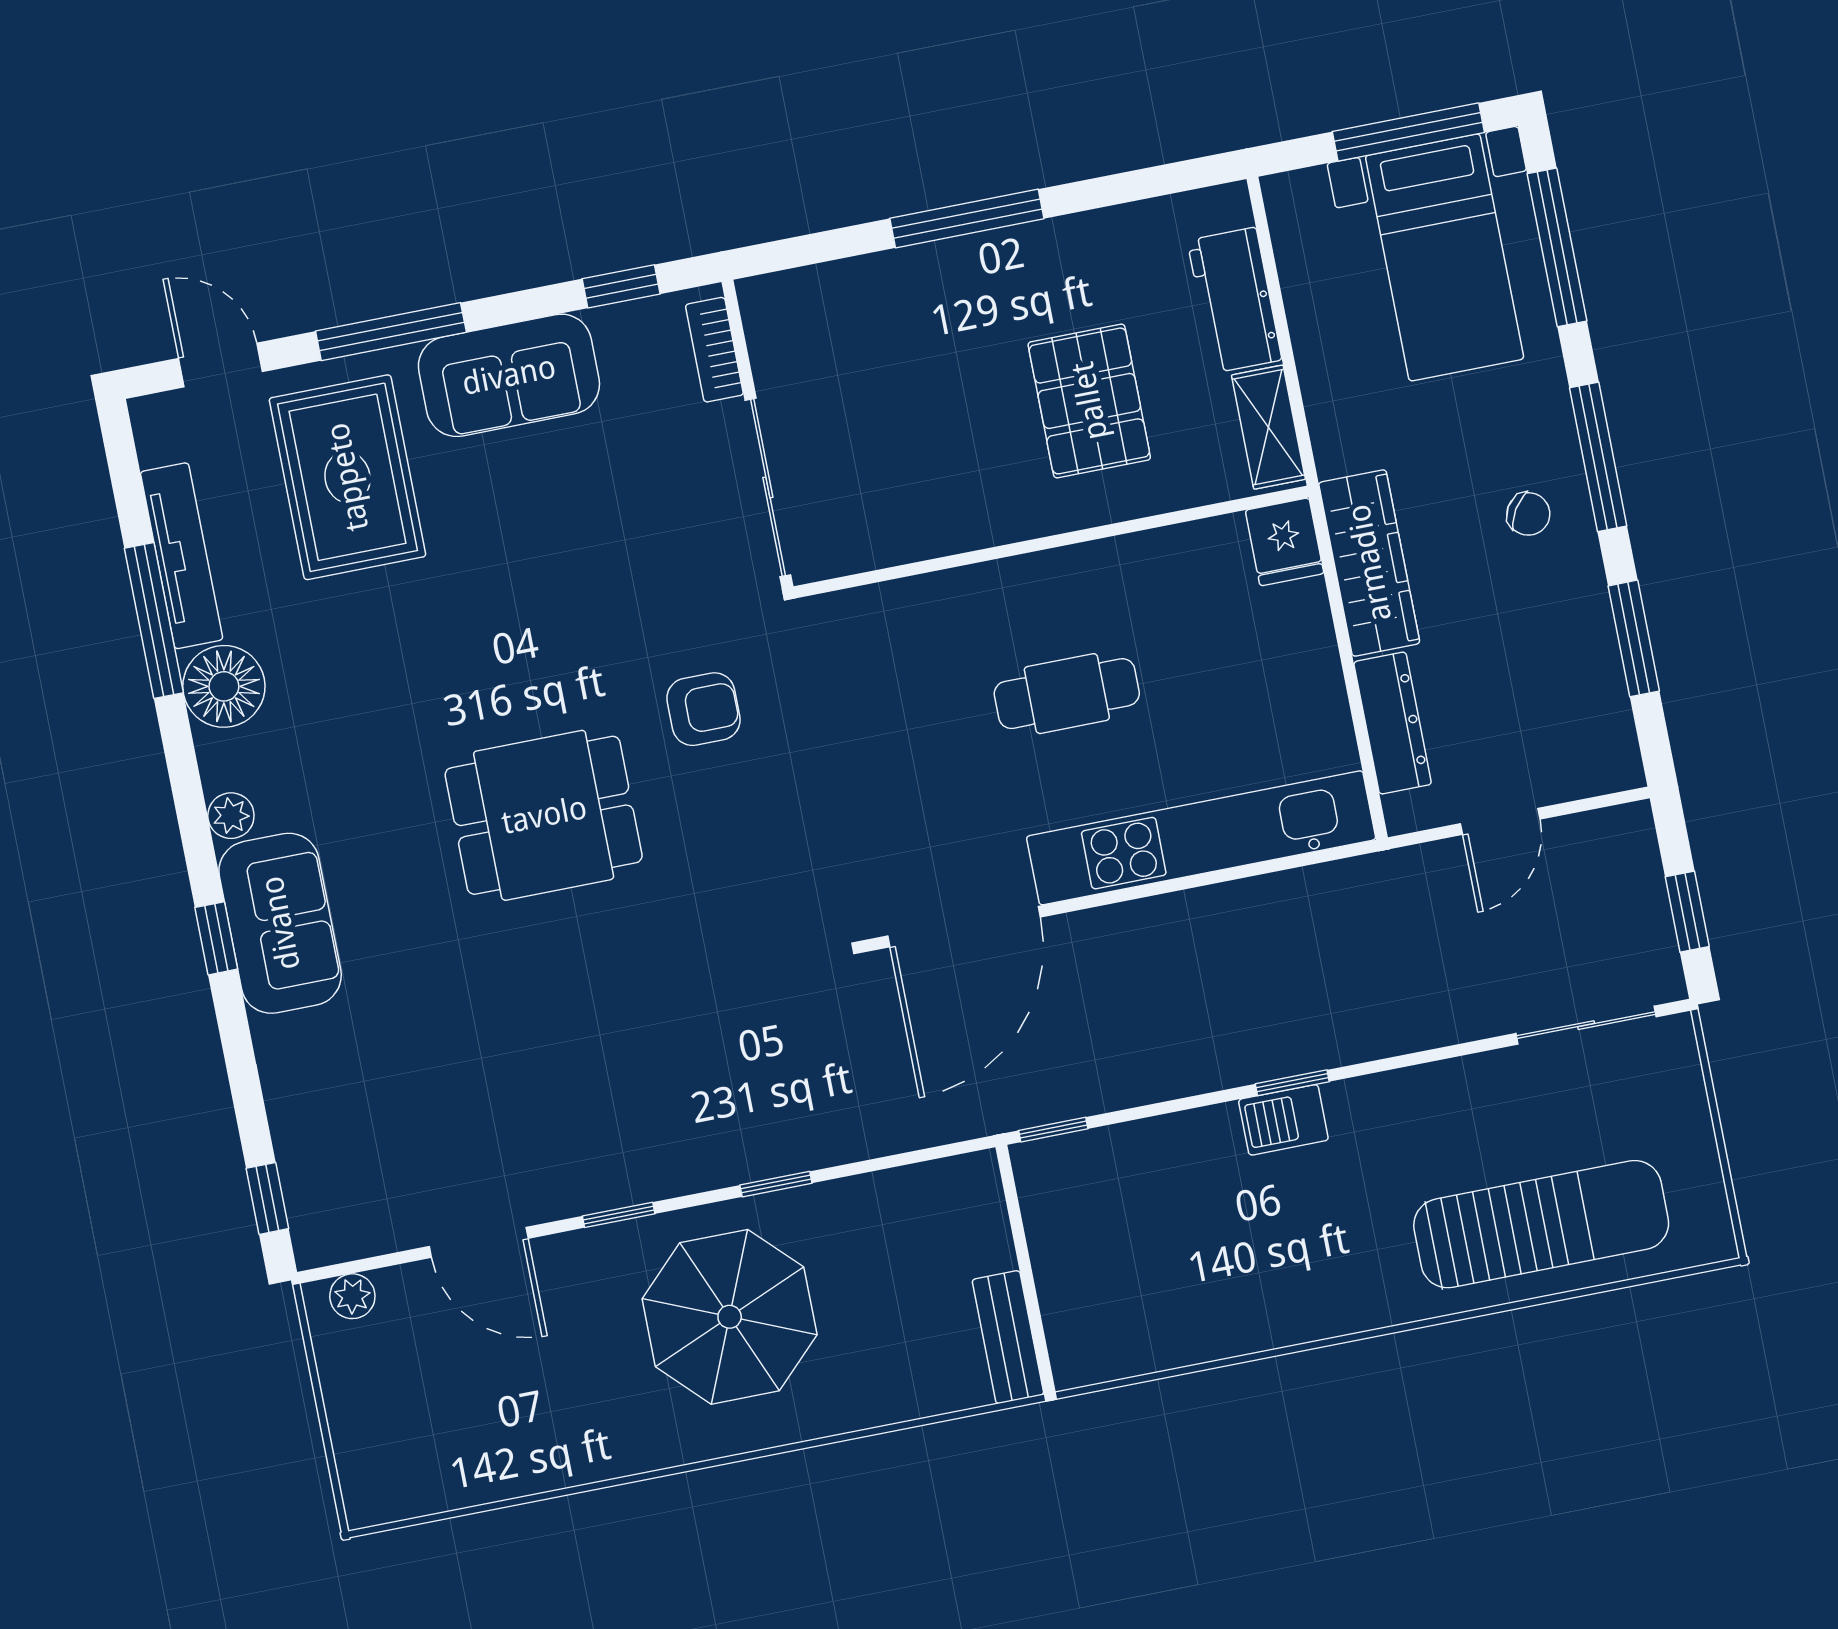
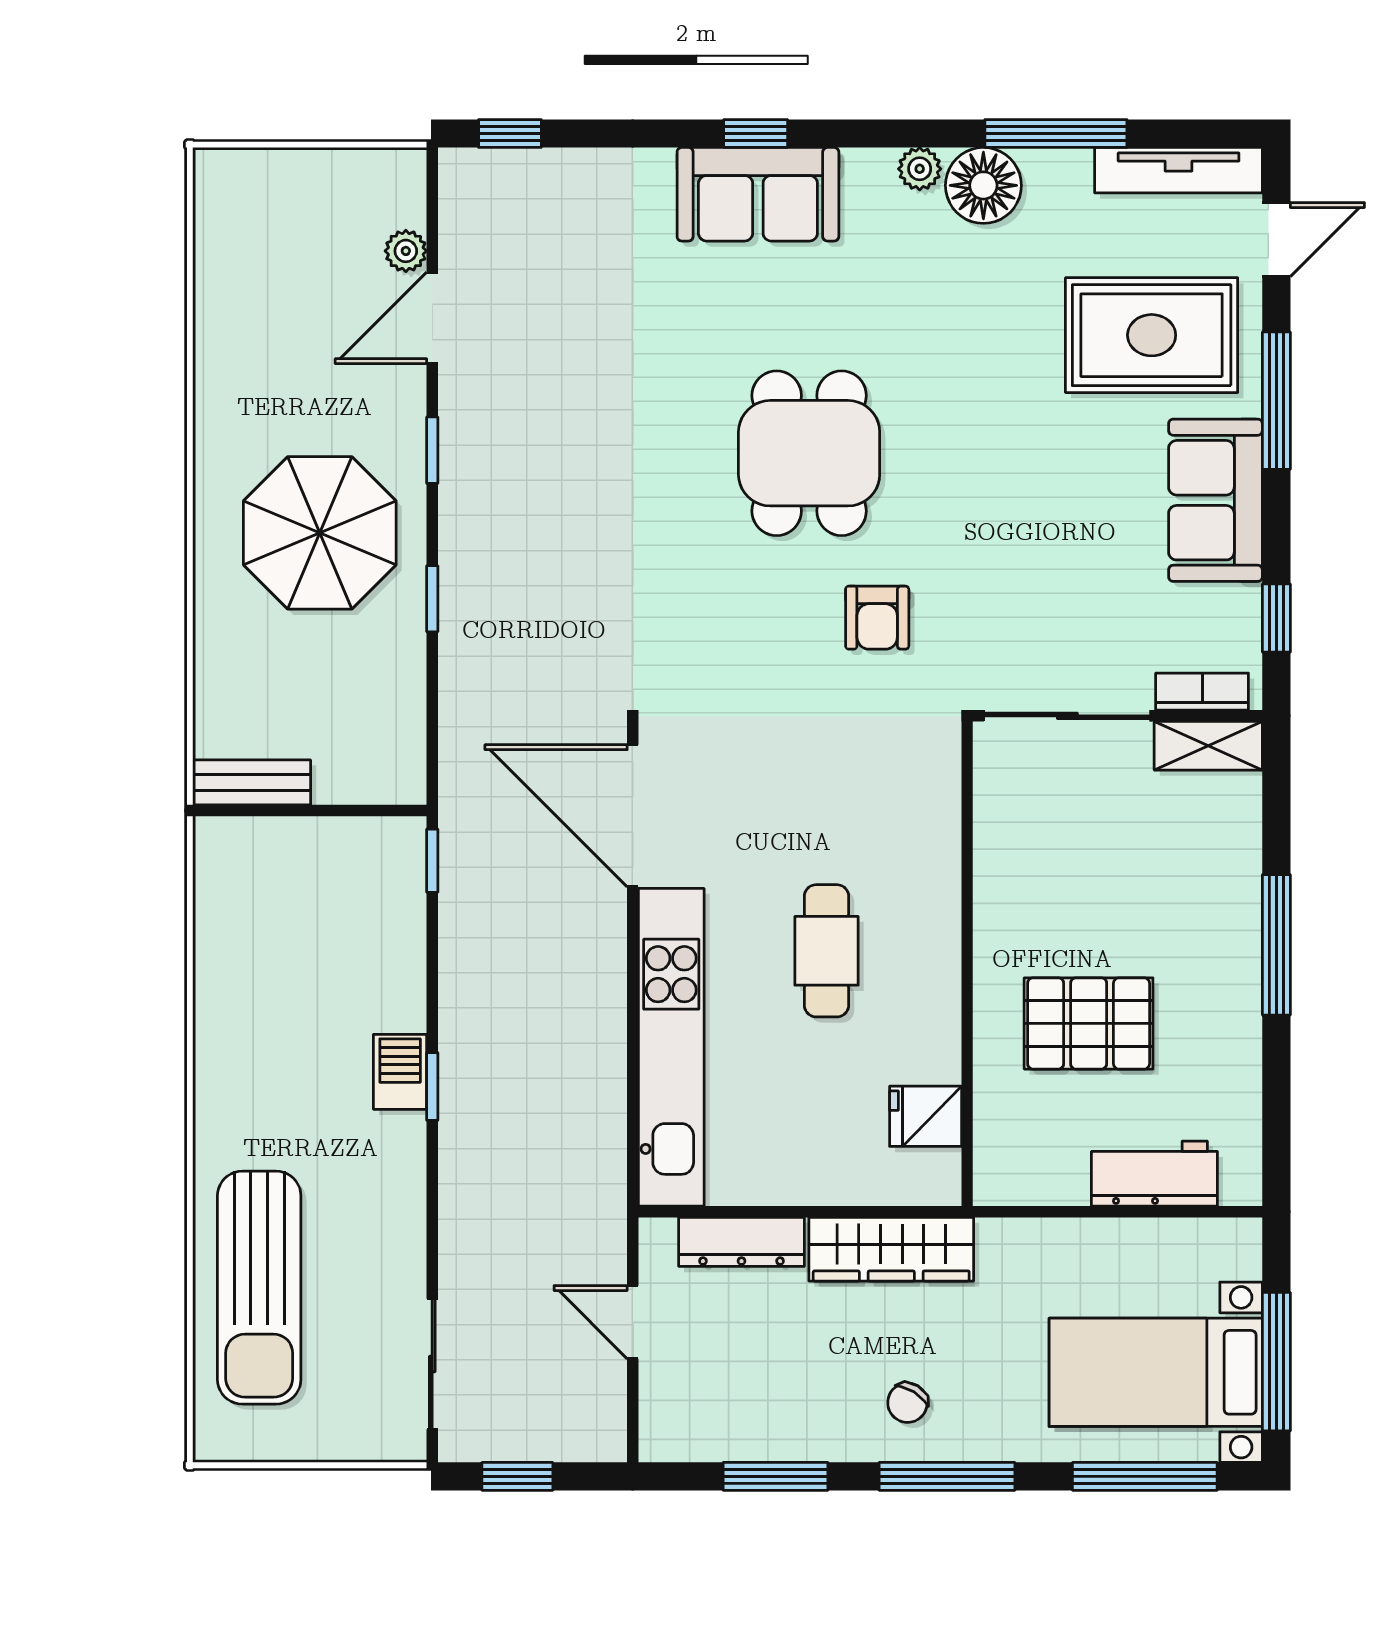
shelving: (1268, 427) -> (1208, 746), moved
fridge: (1285, 542) -> (926, 1116), moved
tv unit: (182, 556) -> (1179, 170), moved
plant: (231, 816) -> (920, 169), moved
plant: (352, 1296) -> (406, 251), moved

